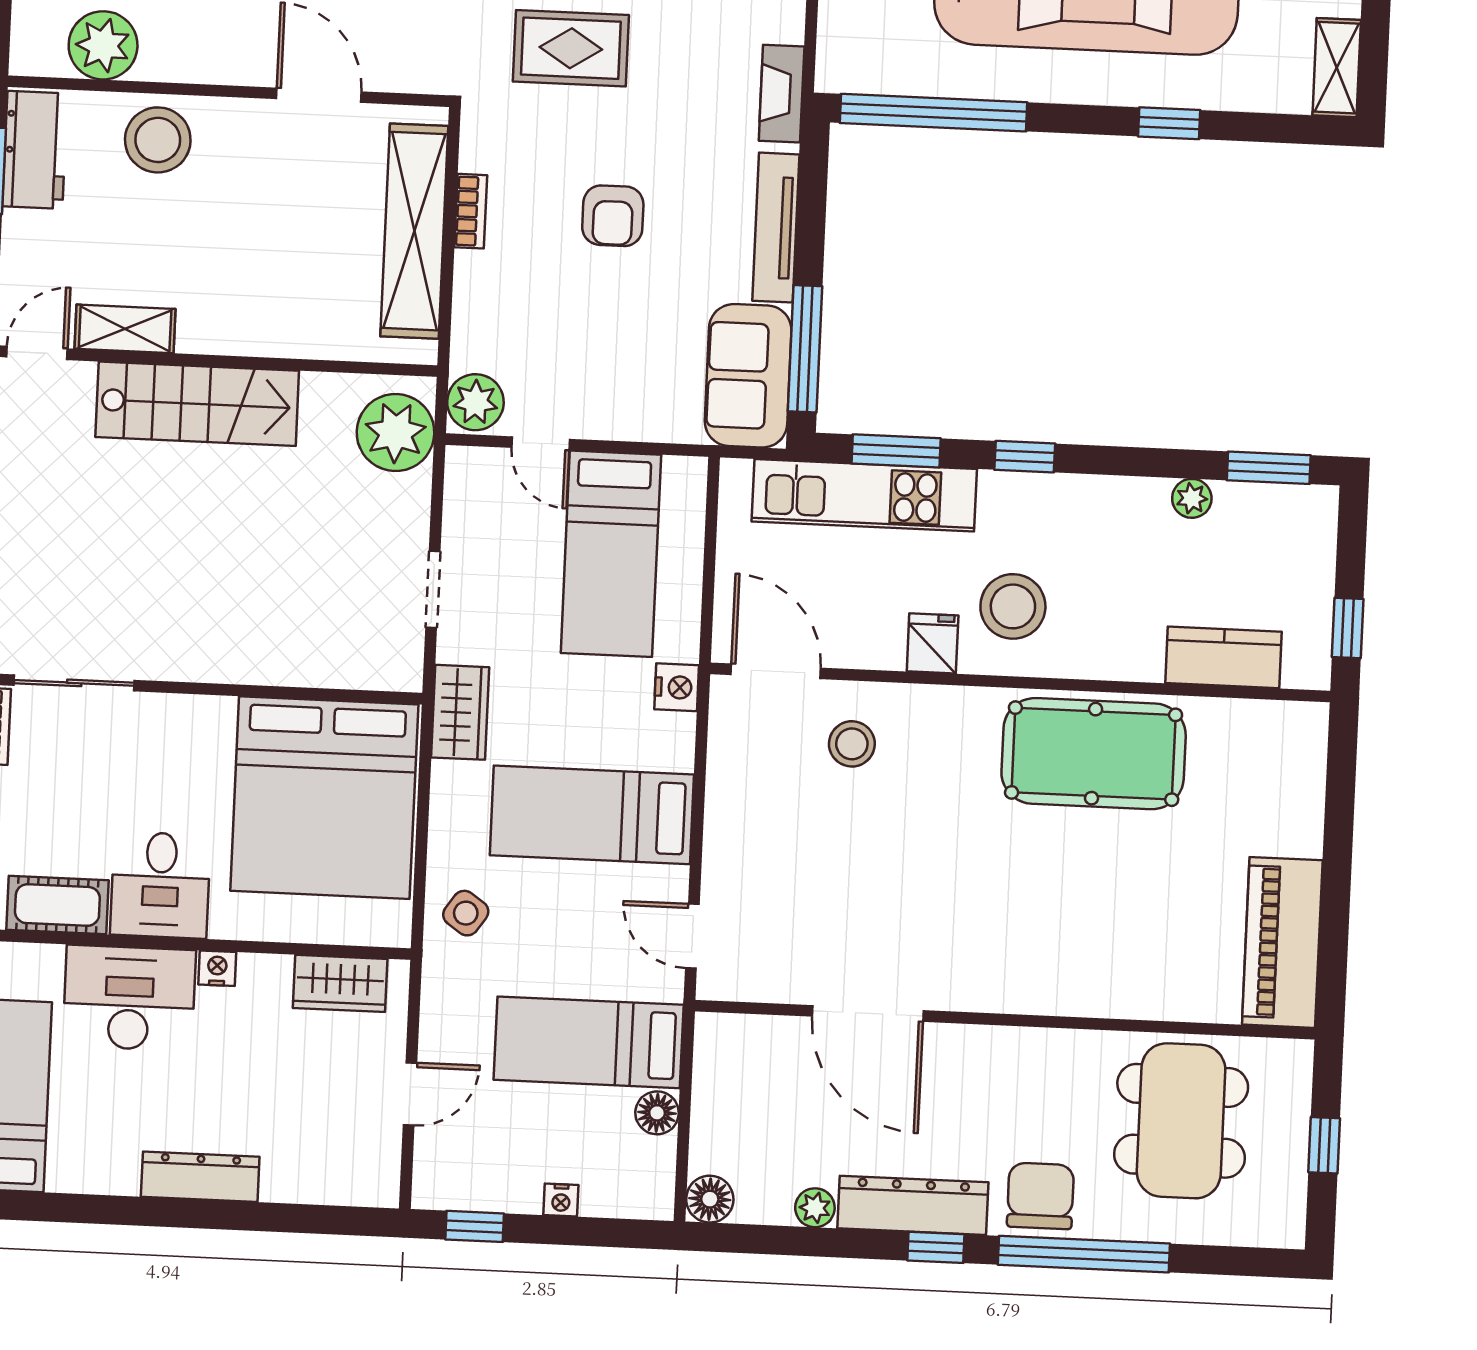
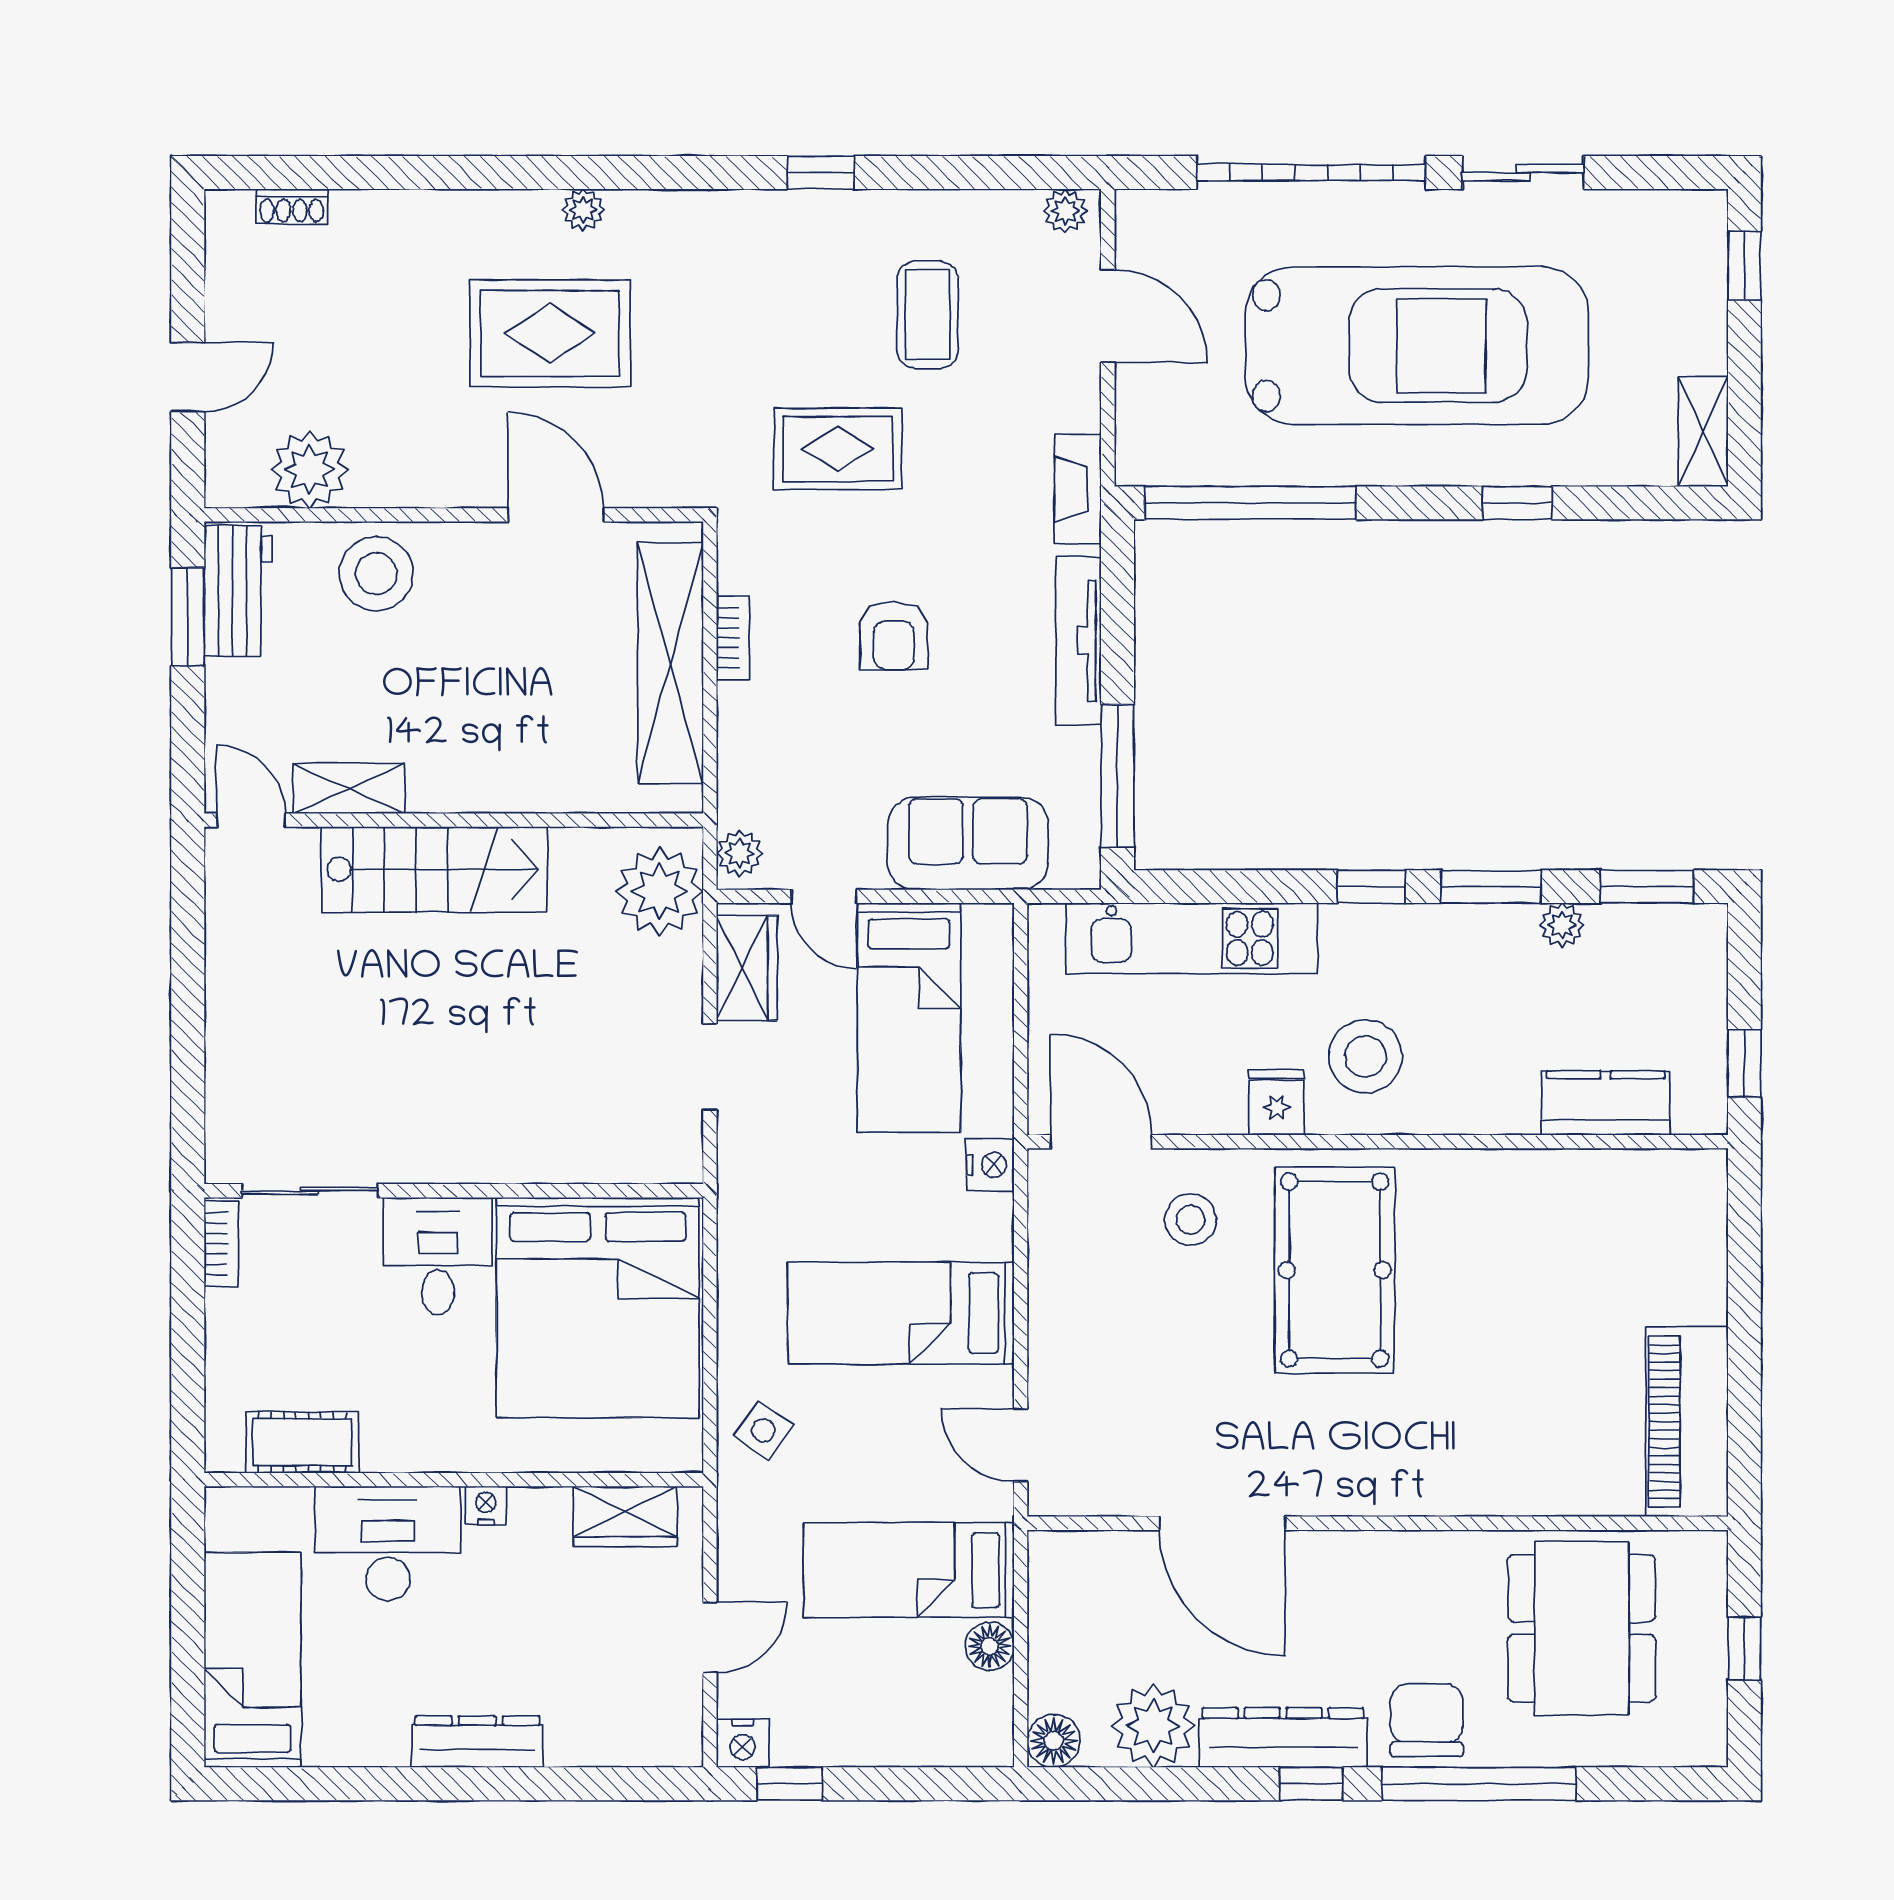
door: (37, 353) -> (251, 820), hinge flipped
sofa: (748, 376) -> (968, 843), moved, turned 90
plant: (475, 402) -> (740, 853), width x0.73, depth x0.73
window: (896, 451) -> (1491, 887), moved
wardrobe: (460, 712) -> (747, 968), moved
pool table: (1094, 754) -> (1335, 1270), moved, turned 90
desk: (160, 885) -> (438, 1256), moved, turned 180
nightstand: (561, 1200) -> (743, 1743), moved, width x1.39, depth x1.35
plant: (815, 1208) -> (1153, 1726), width x1.88, depth x1.88

